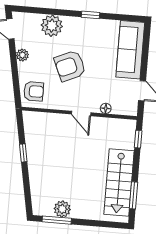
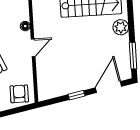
door: (27, 189) -> (108, 87), added
plant: (62, 209) -> (121, 27), moved

